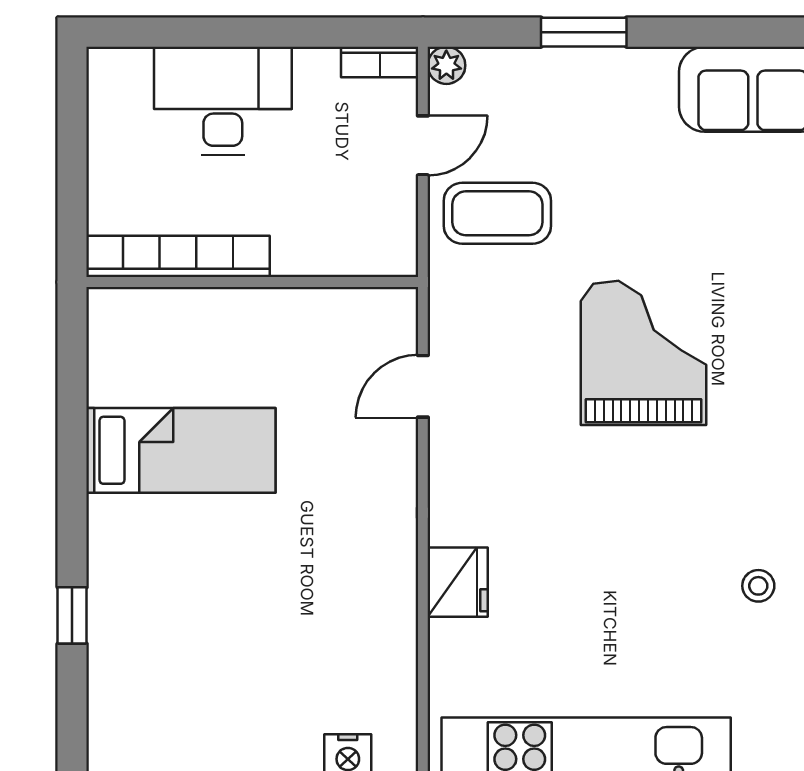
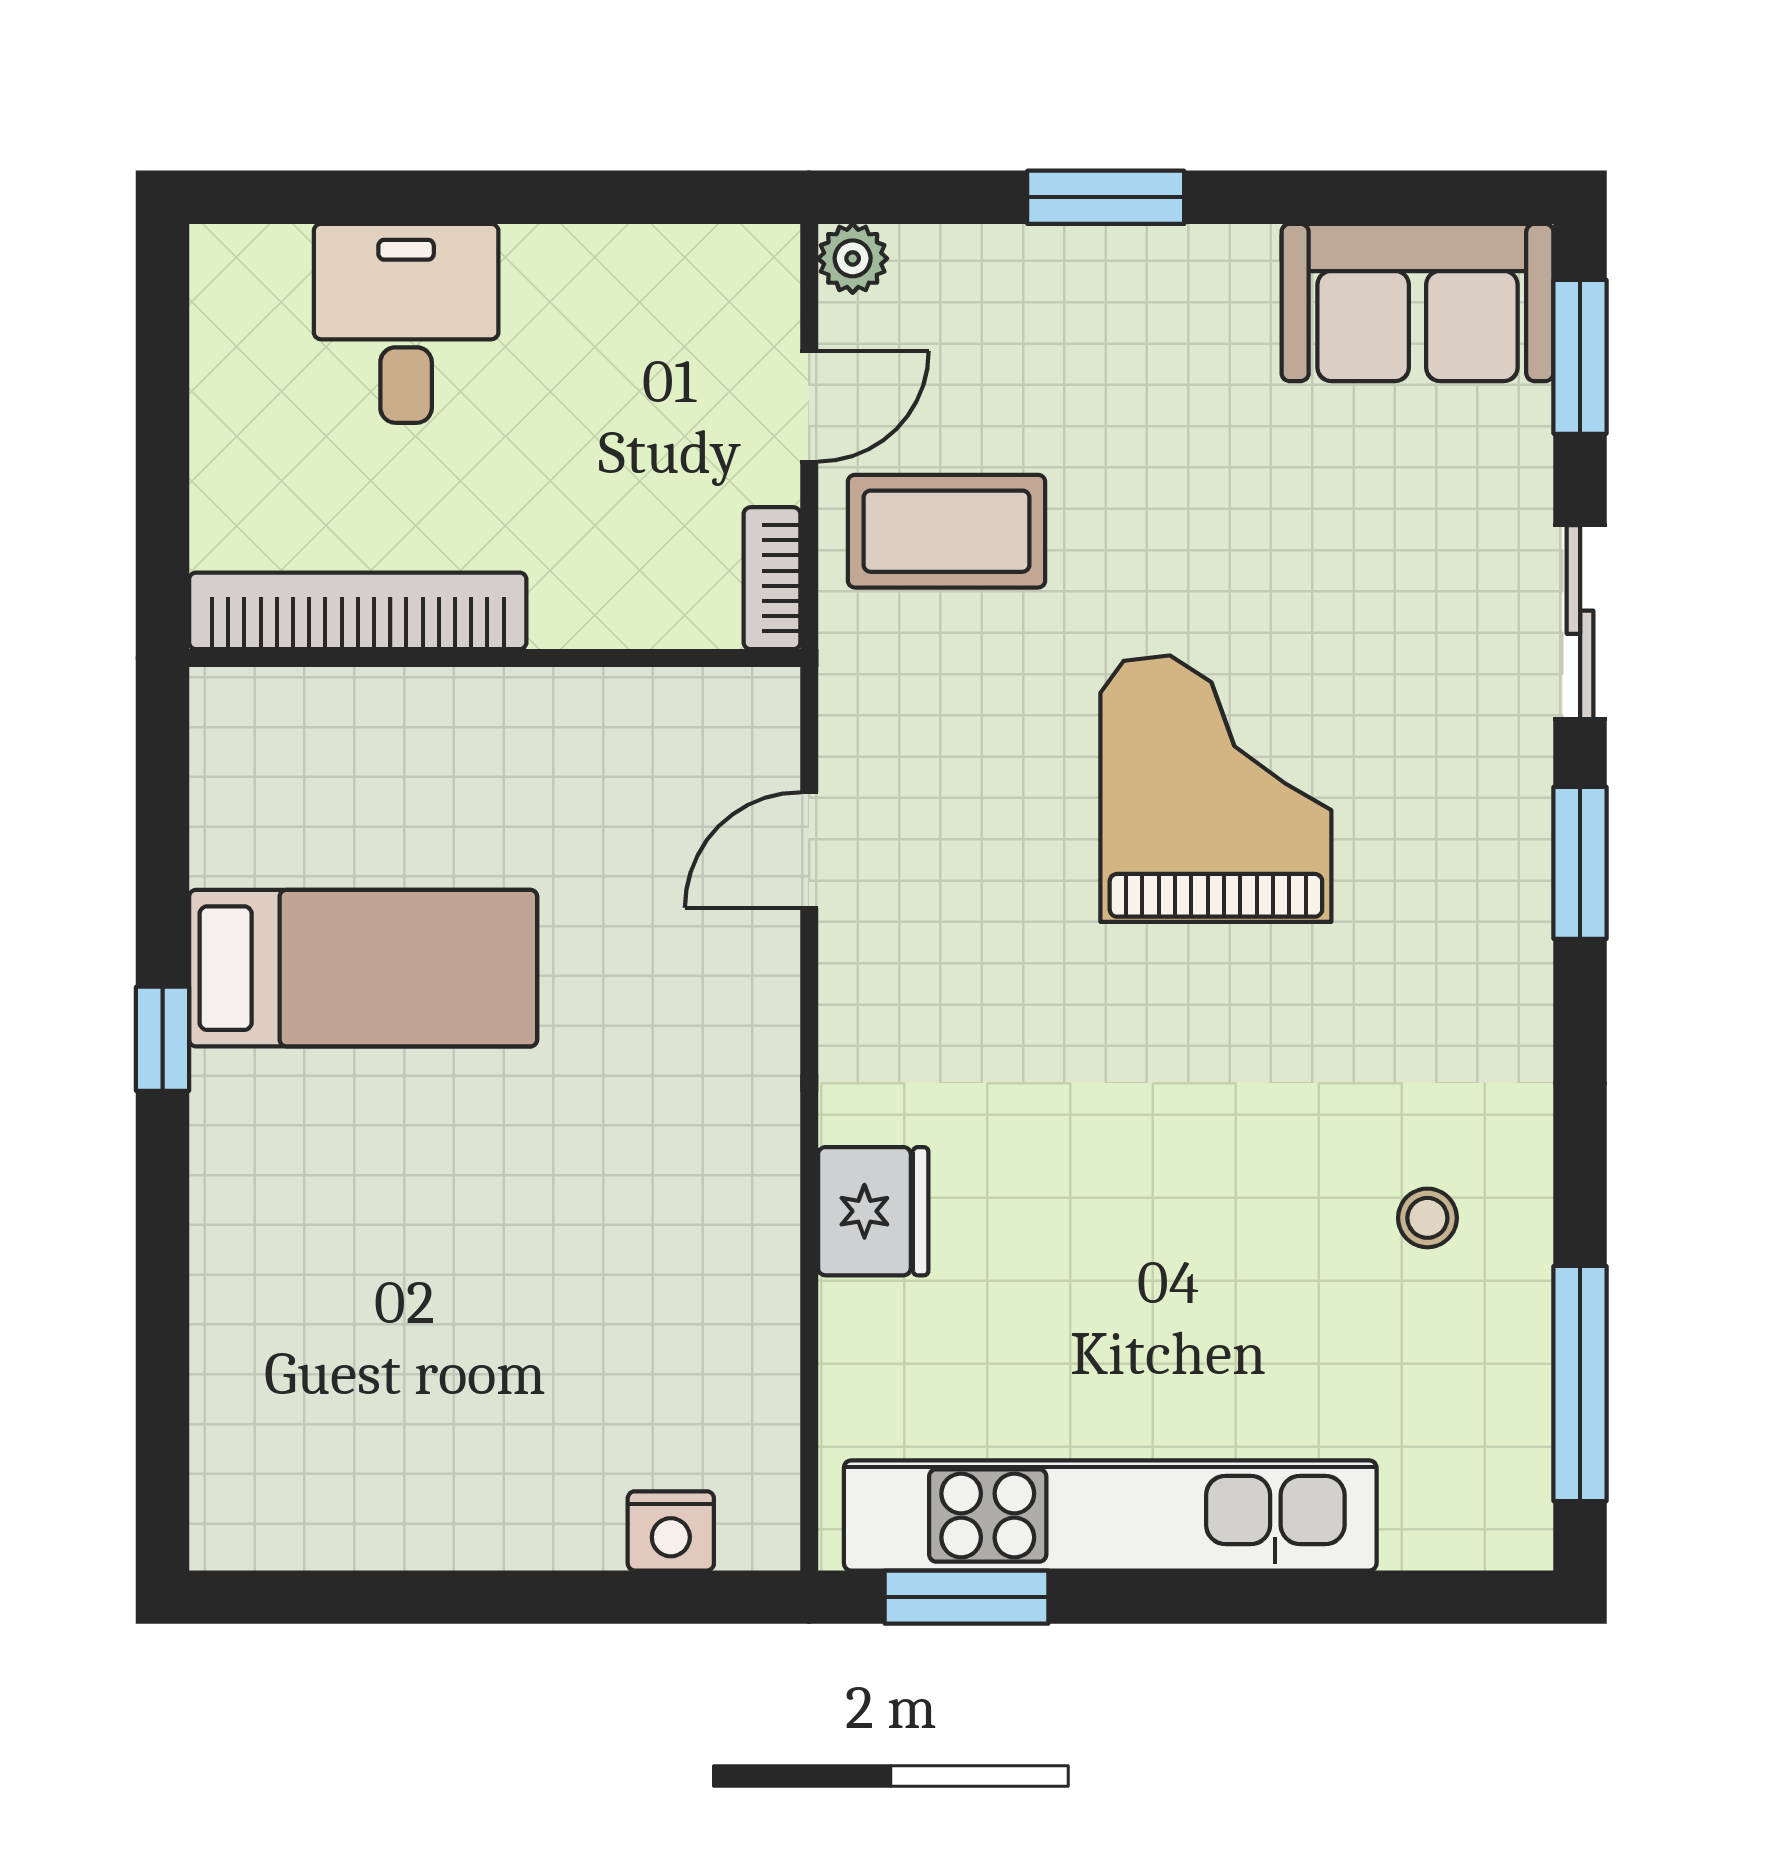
bookcase: (380, 62) -> (772, 578), moved, turned 90
desk: (223, 101) -> (406, 323), width x0.73
window: (72, 615) -> (163, 1039), moved

